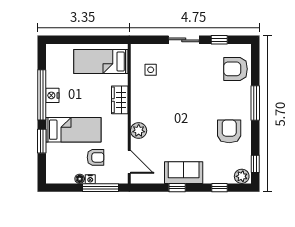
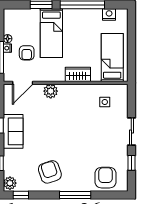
nightstand: (52, 95) -> (109, 14), moved
armchair: (229, 131) -> (50, 172), turned -109

